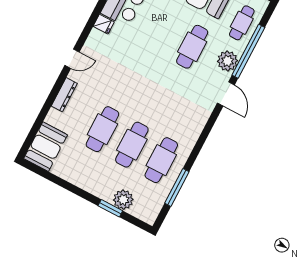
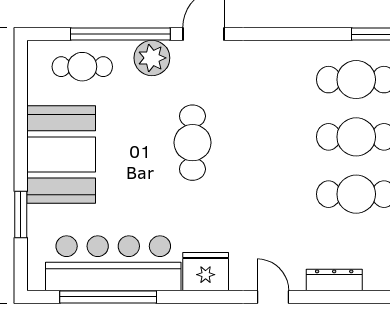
fridge: (104, 24) -> (206, 272), width x1.88, depth x1.34
cafe table: (192, 47) -> (192, 143), moved, turned 90

